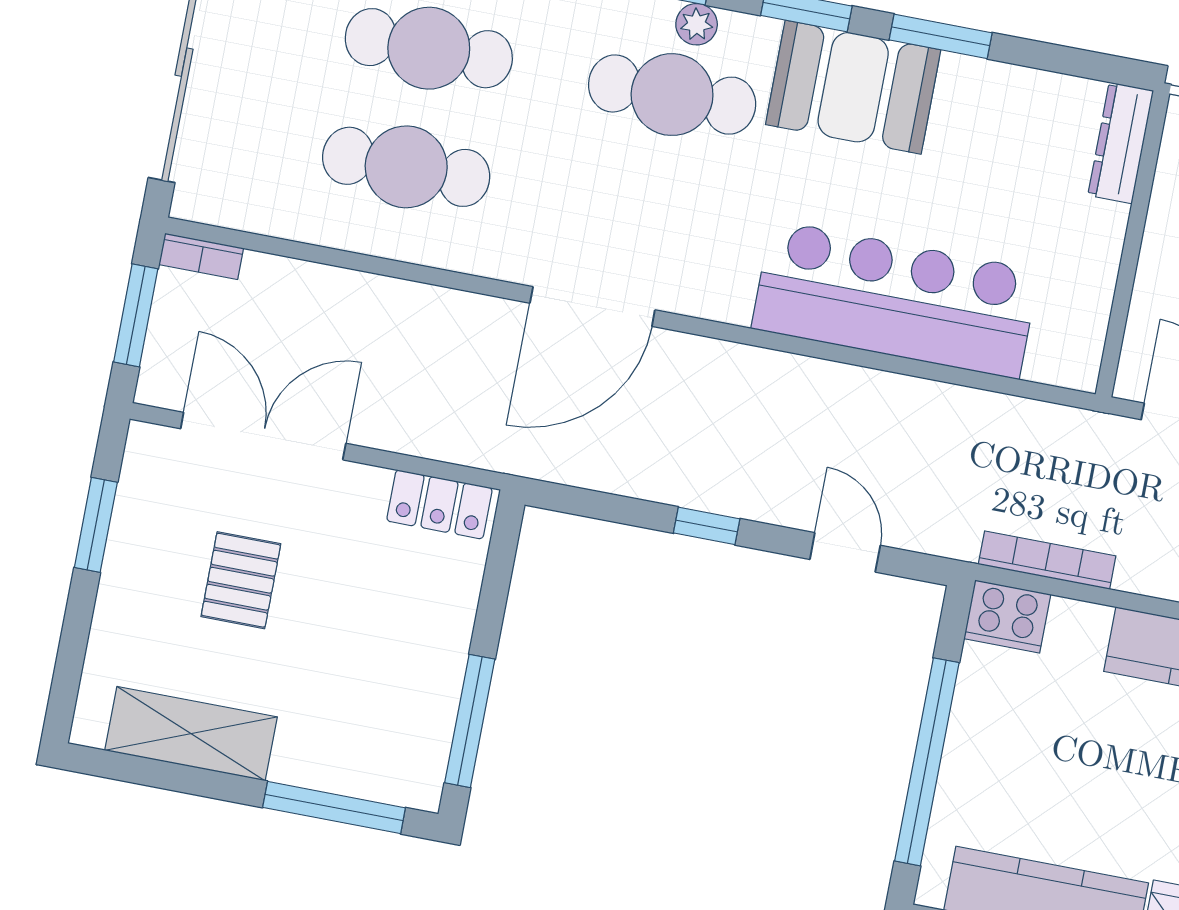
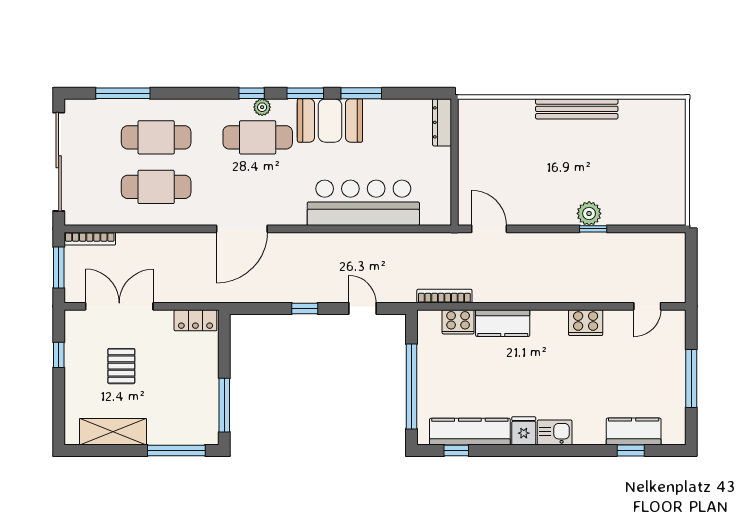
bookcase: (201, 256) -> (90, 239), width x1.56
window: (96, 525) -> (59, 355), width x0.67
cooker: (1007, 616) -> (458, 322), moved

